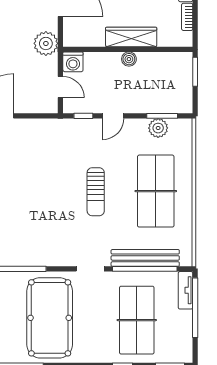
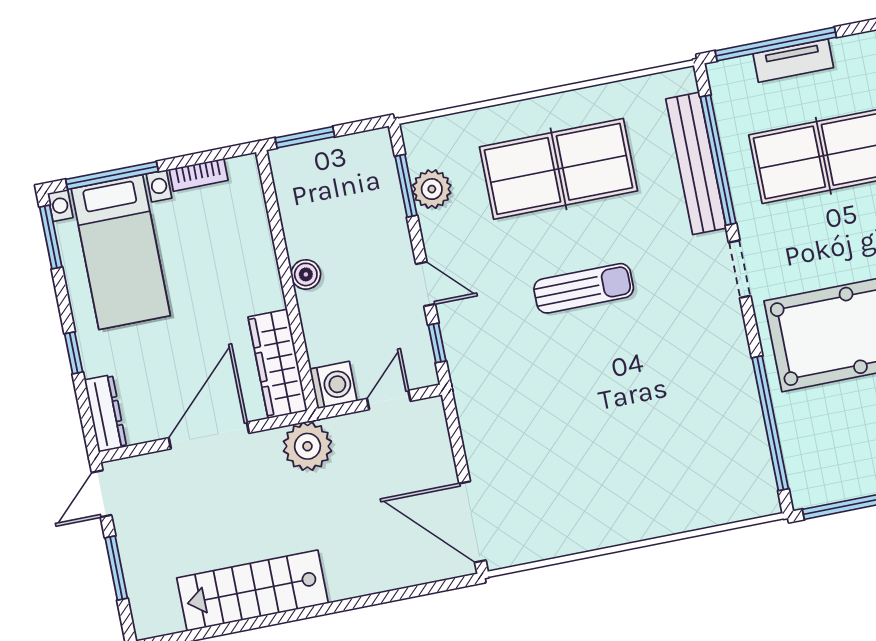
wardrobe: (131, 37) -> (278, 364), moved
tv unit: (186, 290) -> (793, 61), moved

